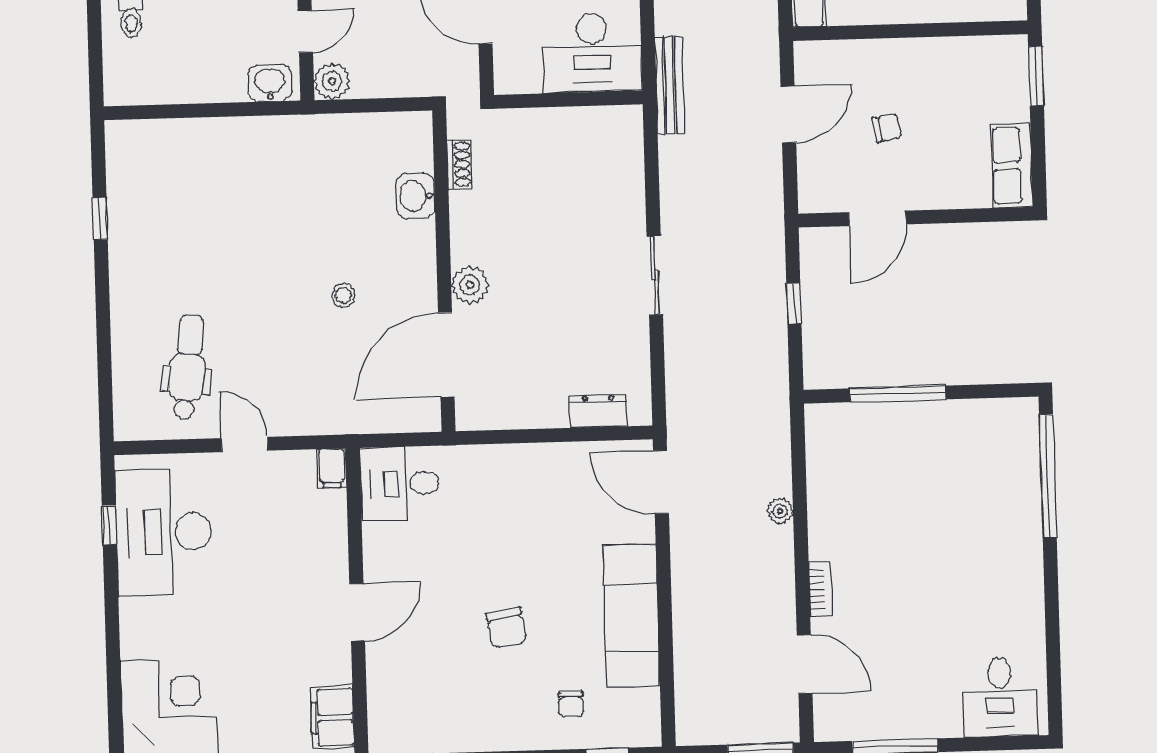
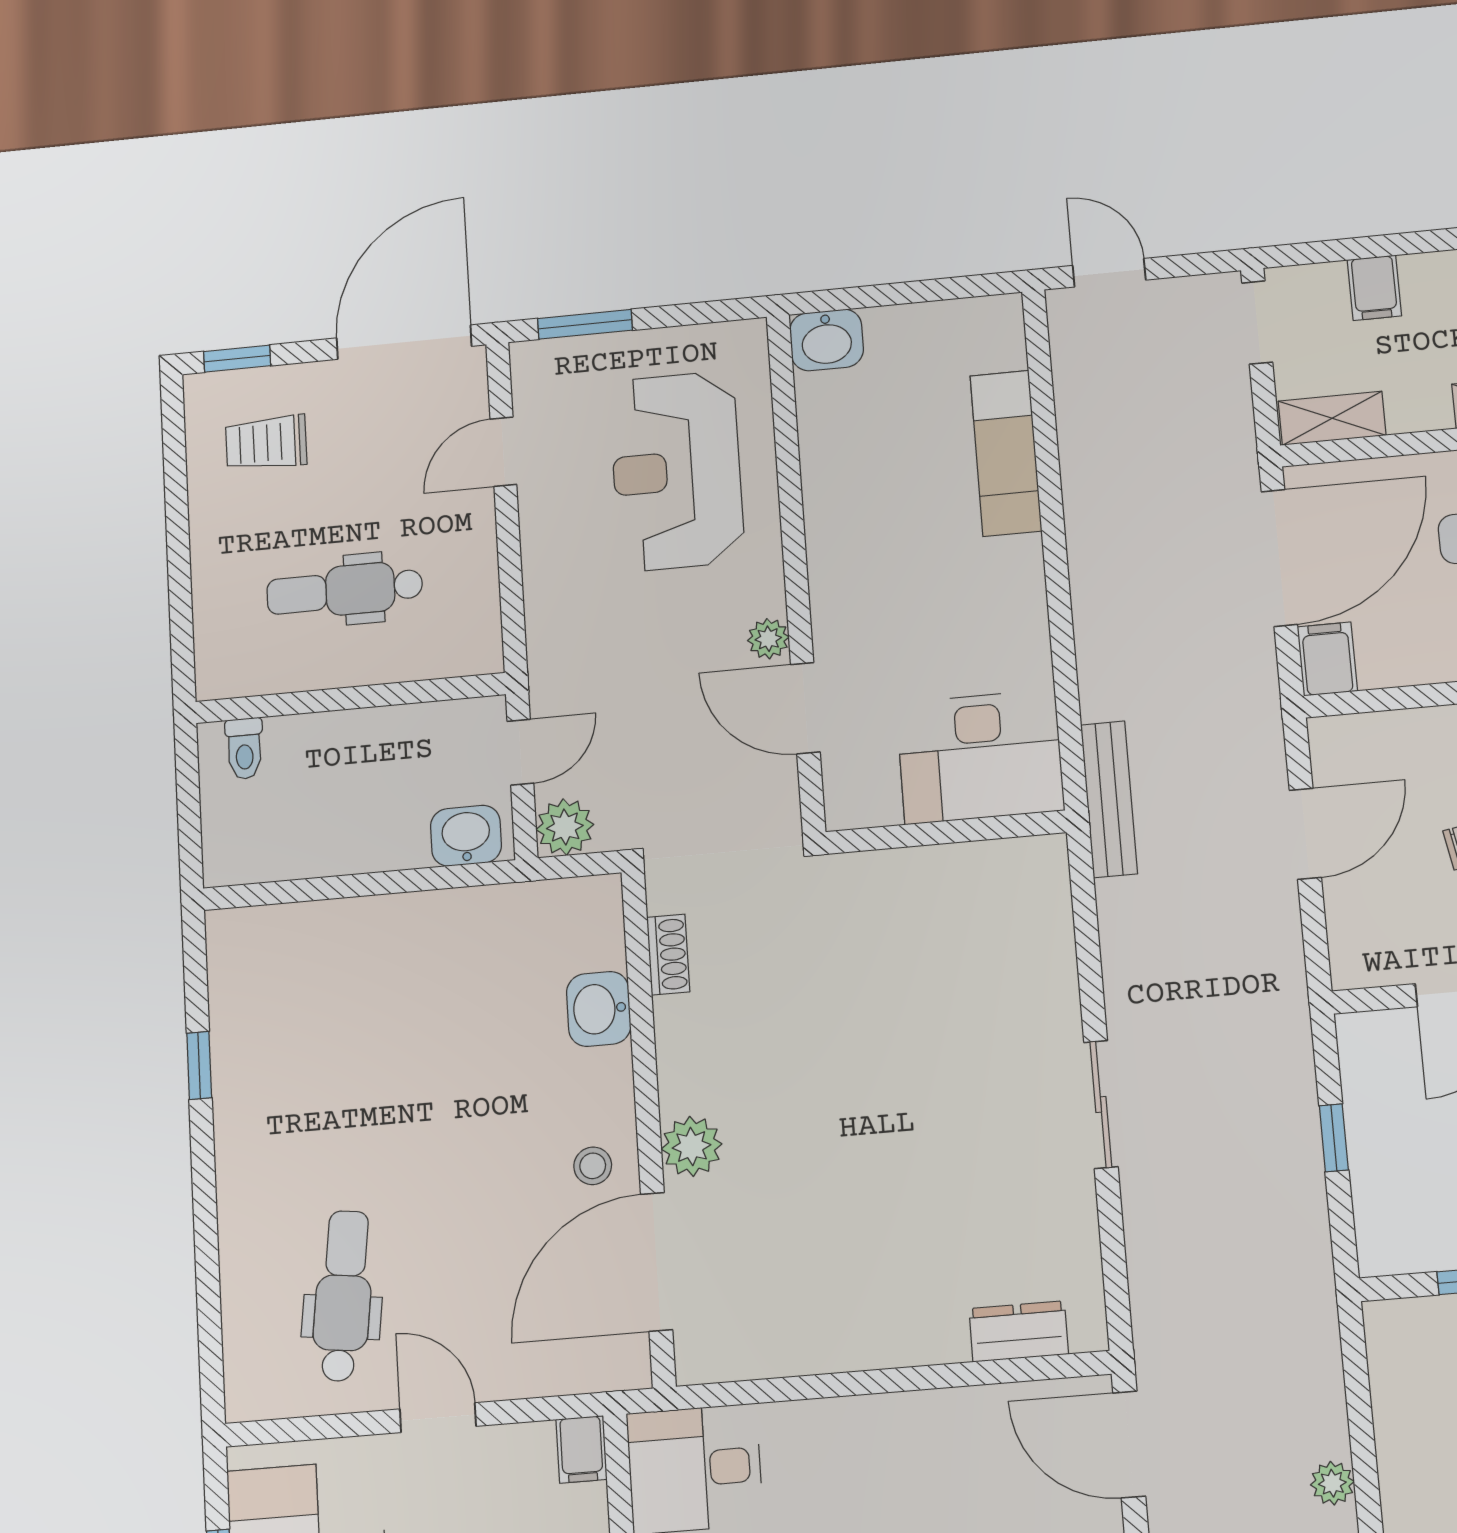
shoe rack: (460, 164) -> (668, 955), moved
washbasin: (415, 196) -> (599, 1009), moved
wall: (444, 271) -> (648, 1126), moved
plant: (470, 285) -> (692, 1146), moved
door: (446, 355) -> (657, 1262), moved

